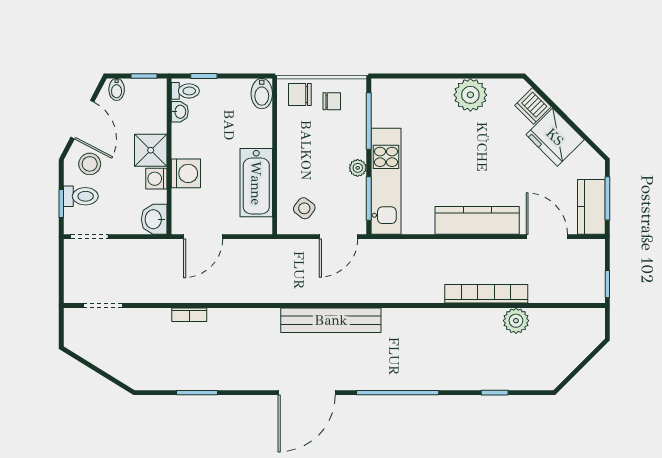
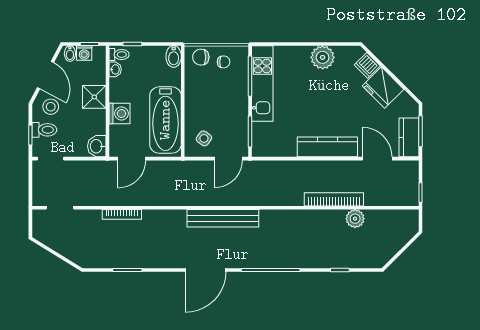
plant: (358, 168) -> (242, 110), removed
washing machine: (156, 179) -> (84, 53), moved, turned -90
kitchen unit: (386, 181) -> (262, 83), moved
bathtub: (256, 183) -> (165, 120), width x1.36, depth x1.36
bookcase: (189, 315) -> (122, 214), width x1.56

